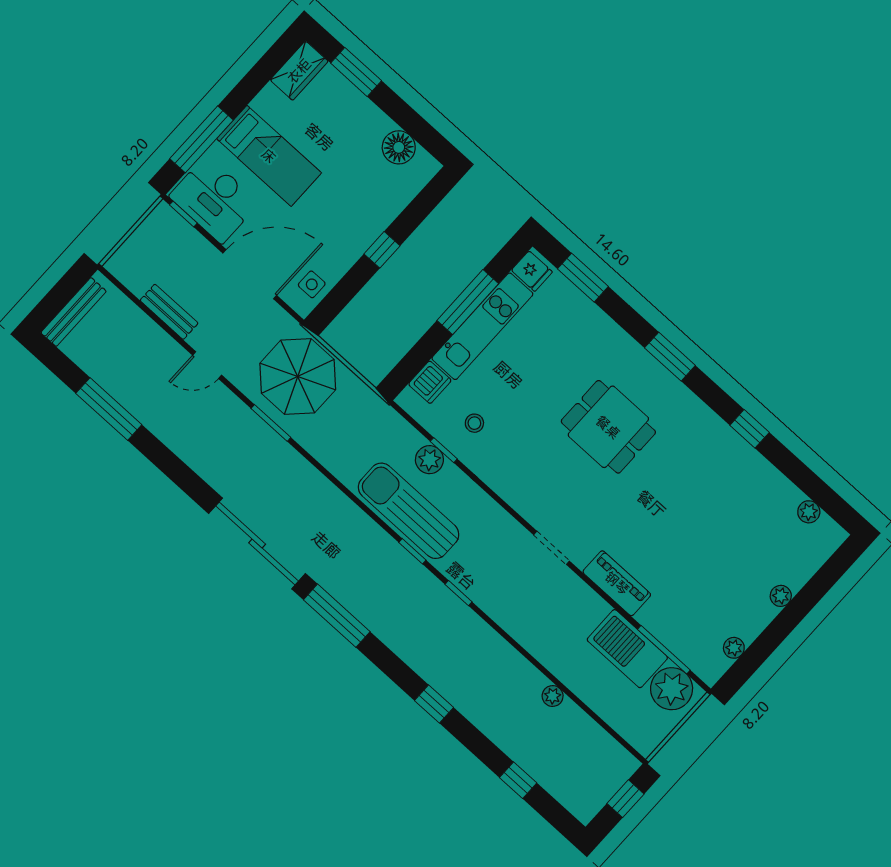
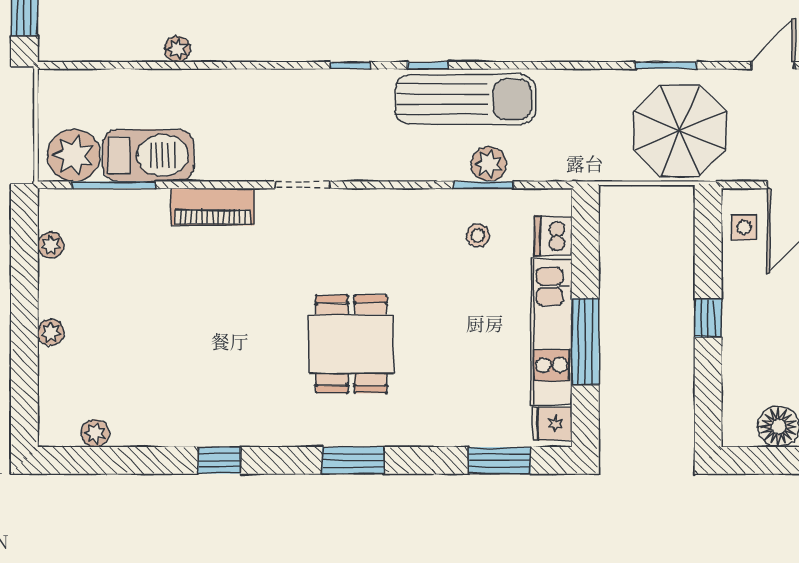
dining table: (608, 427) -> (351, 344), turned 90
window: (444, 450) -> (483, 185), width x1.50

